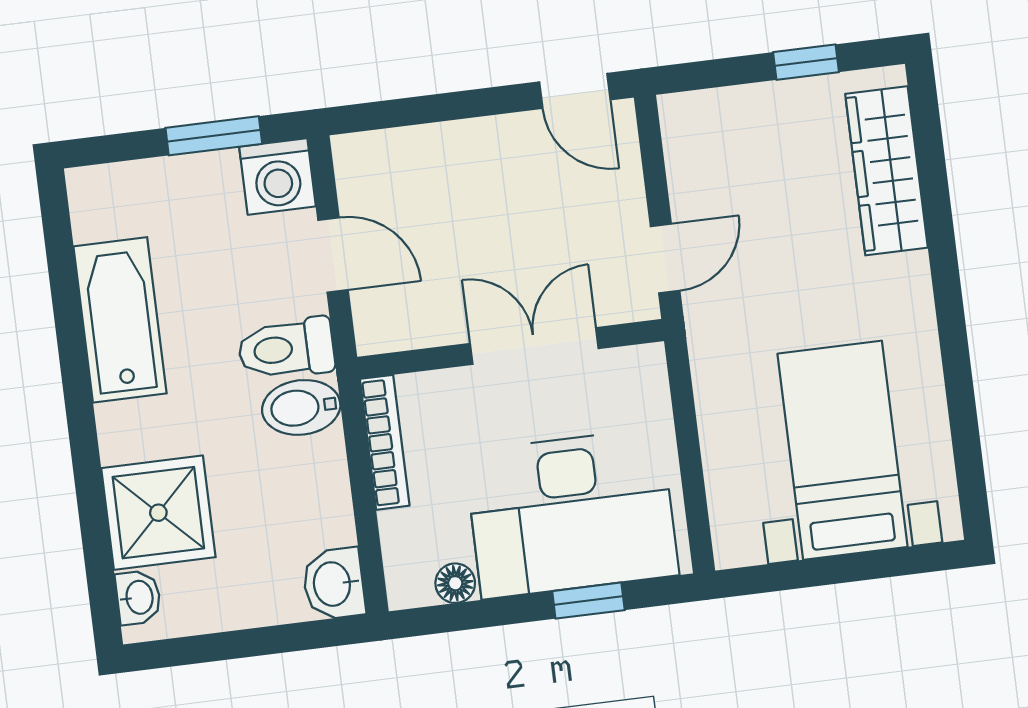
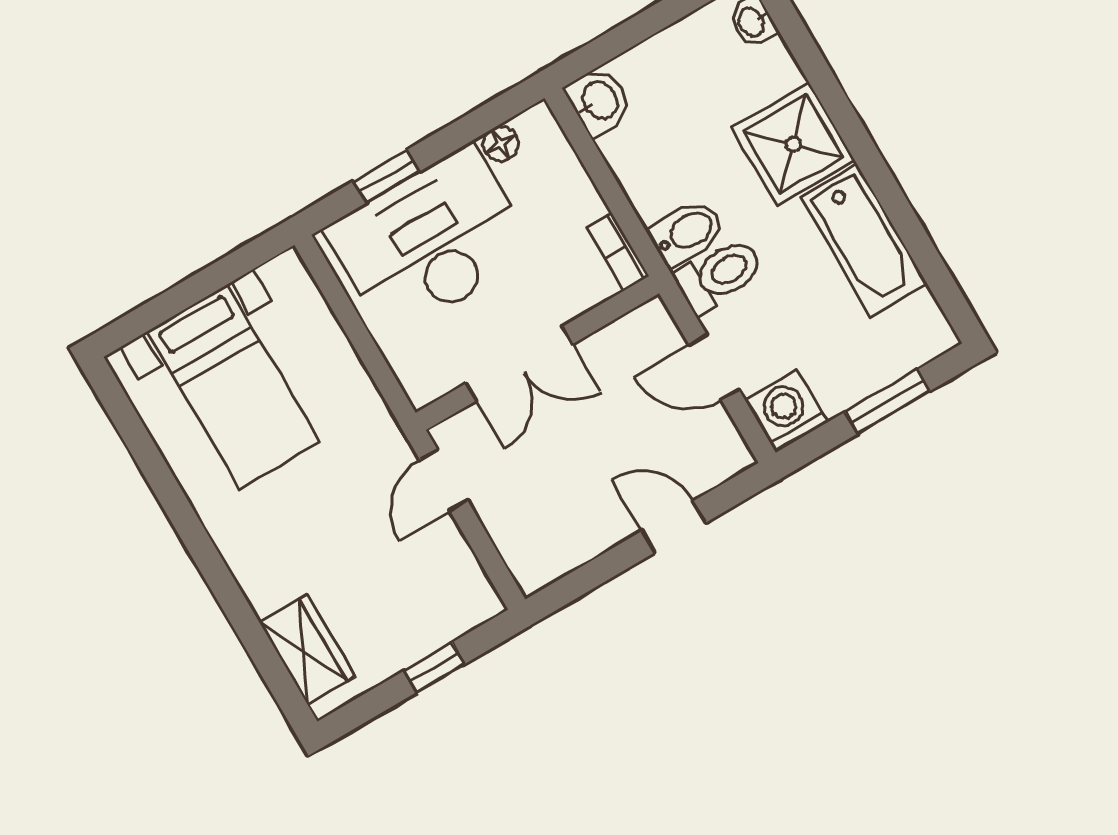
window: (806, 62) -> (434, 667), moved
door: (575, 91) -> (674, 527), moved
window: (214, 136) -> (887, 402), moved
wardrobe: (887, 171) -> (307, 649), width x0.67
bookcase: (385, 442) -> (618, 252), width x0.64
shower: (158, 513) -> (793, 144), moved

